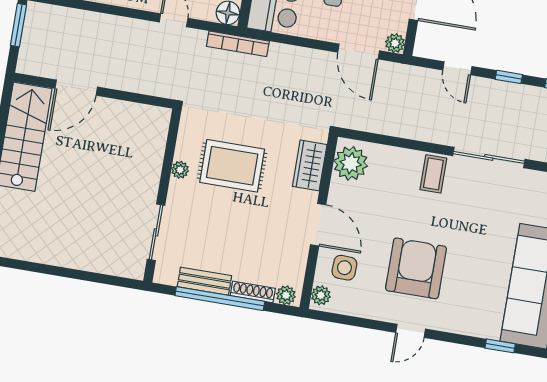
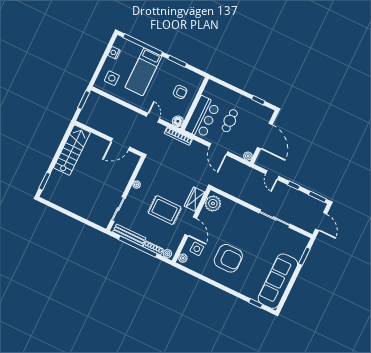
door: (359, 52) -> (219, 149), moved
door: (76, 88) -> (120, 144), moved
rug: (232, 166) -> (165, 210), moved
coffee table: (433, 174) -> (248, 219), removed
armchair: (416, 268) -> (228, 258), turned 90
bench: (204, 281) -> (129, 235), width x1.36
door: (411, 331) -> (218, 285), removed

